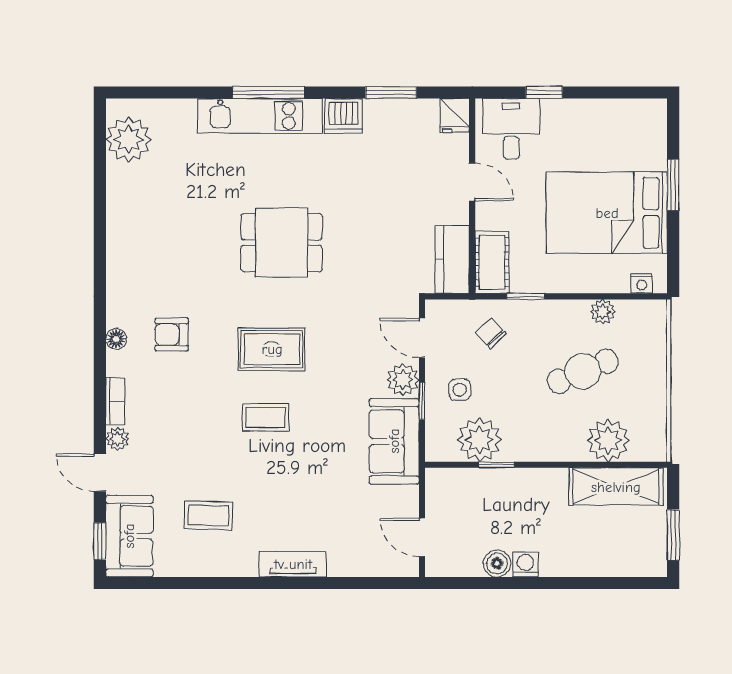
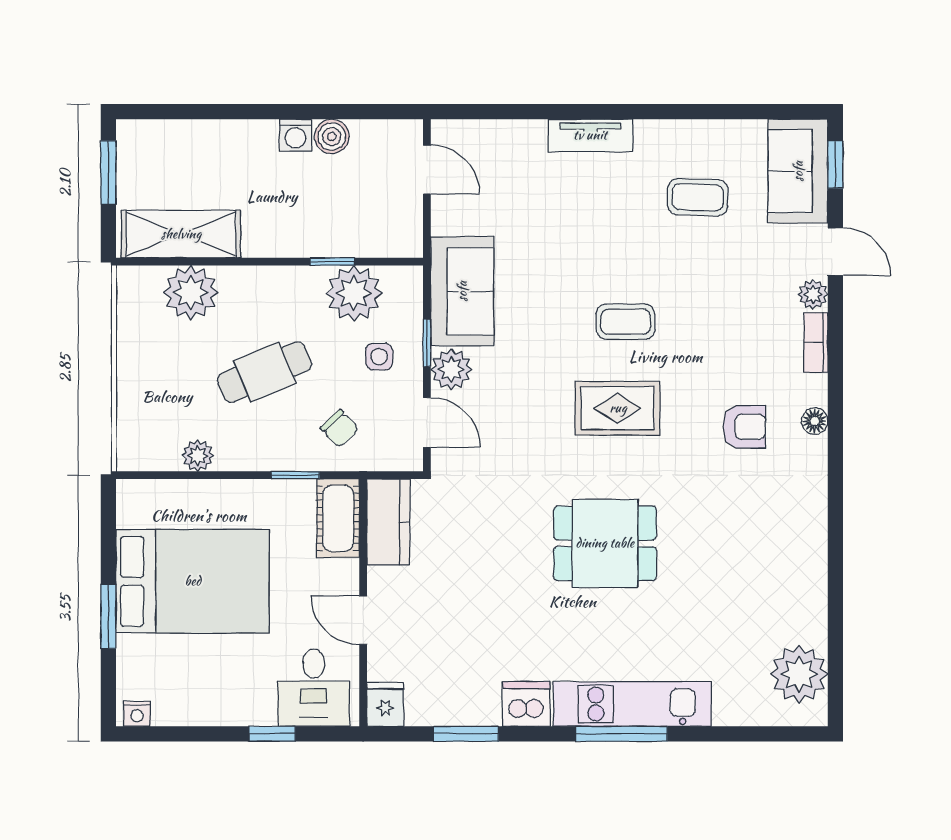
nightstand: (642, 283) -> (137, 714), moved, turned 180
cafe table: (583, 371) -> (264, 372), moved

